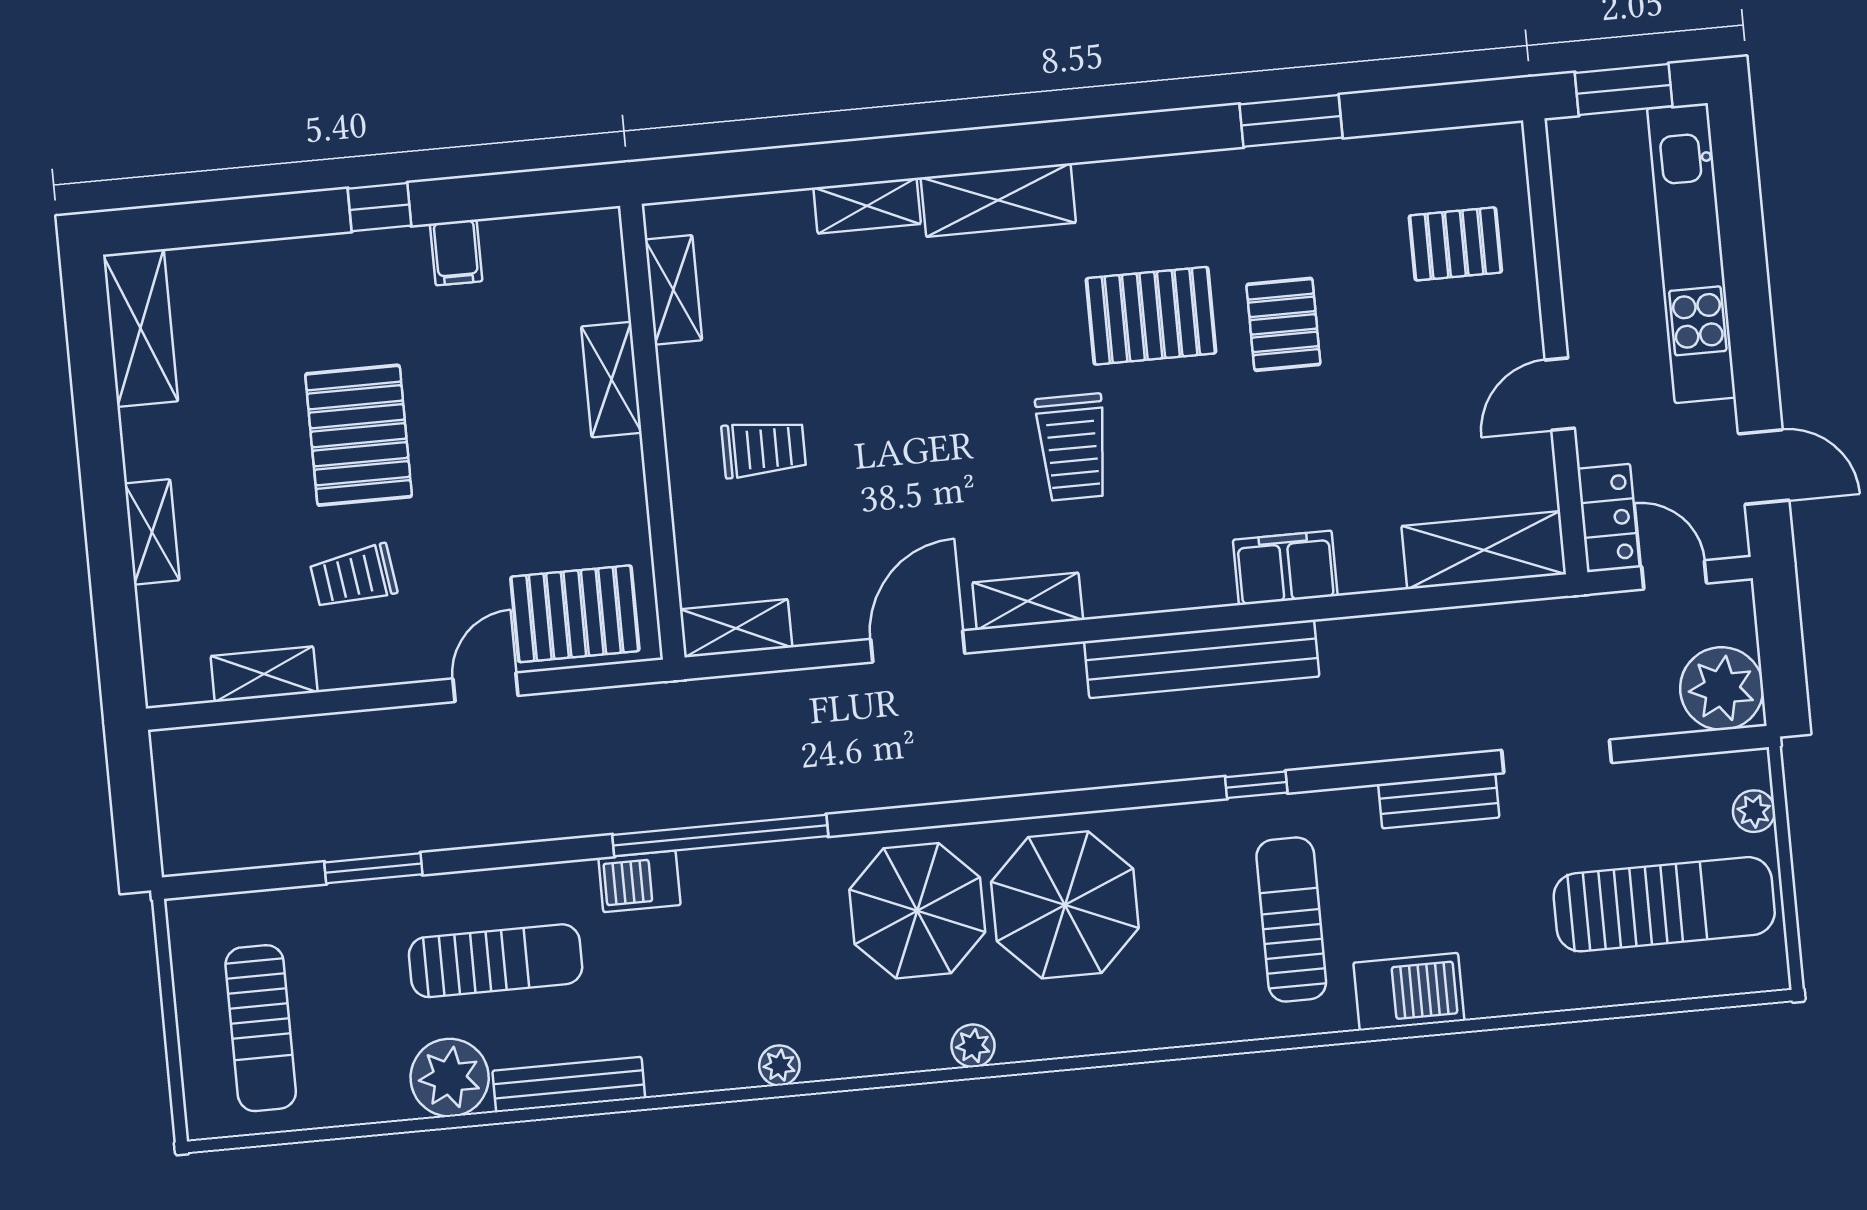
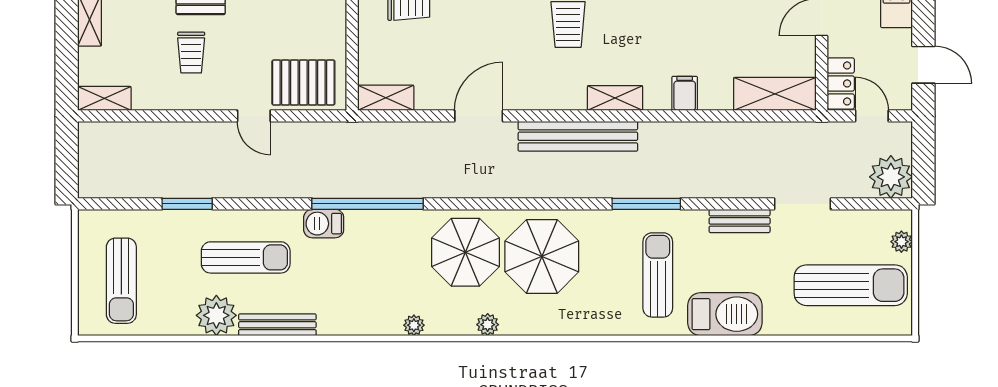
filing cabinet: (1285, 568) -> (685, 93), width x0.50
trolley: (353, 577) -> (191, 53), turned -82
shelving: (1028, 601) -> (615, 98), moved
bench: (1202, 659) -> (578, 136), moved
shelving: (264, 674) -> (104, 98), moved
door: (486, 687) -> (254, 116), swing flipped
window: (1256, 785) -> (646, 204), width x2.17
barbecue: (1409, 992) -> (725, 314), width x1.37, depth x1.21
plant: (779, 1065) -> (414, 325), moved

